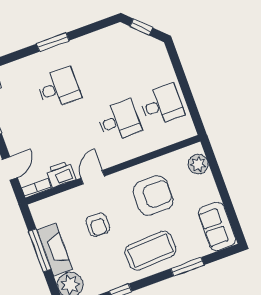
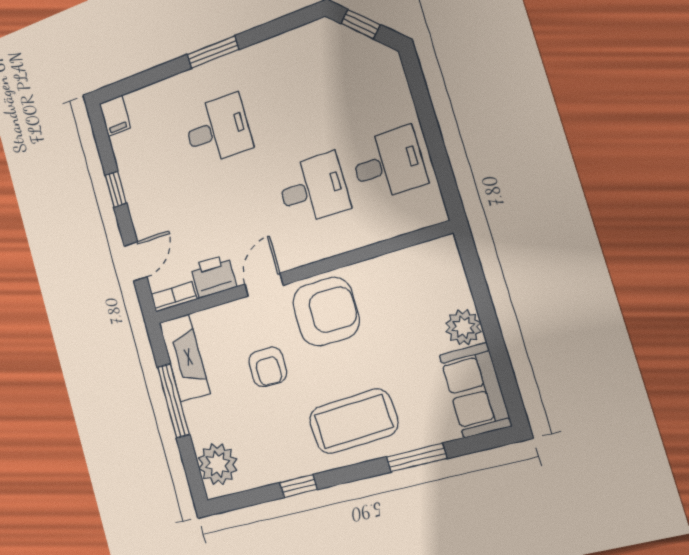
plant: (198, 164) -> (463, 327), moved
armchair: (153, 196) -> (326, 312), moved
fireplace: (55, 250) -> (185, 358), moved

